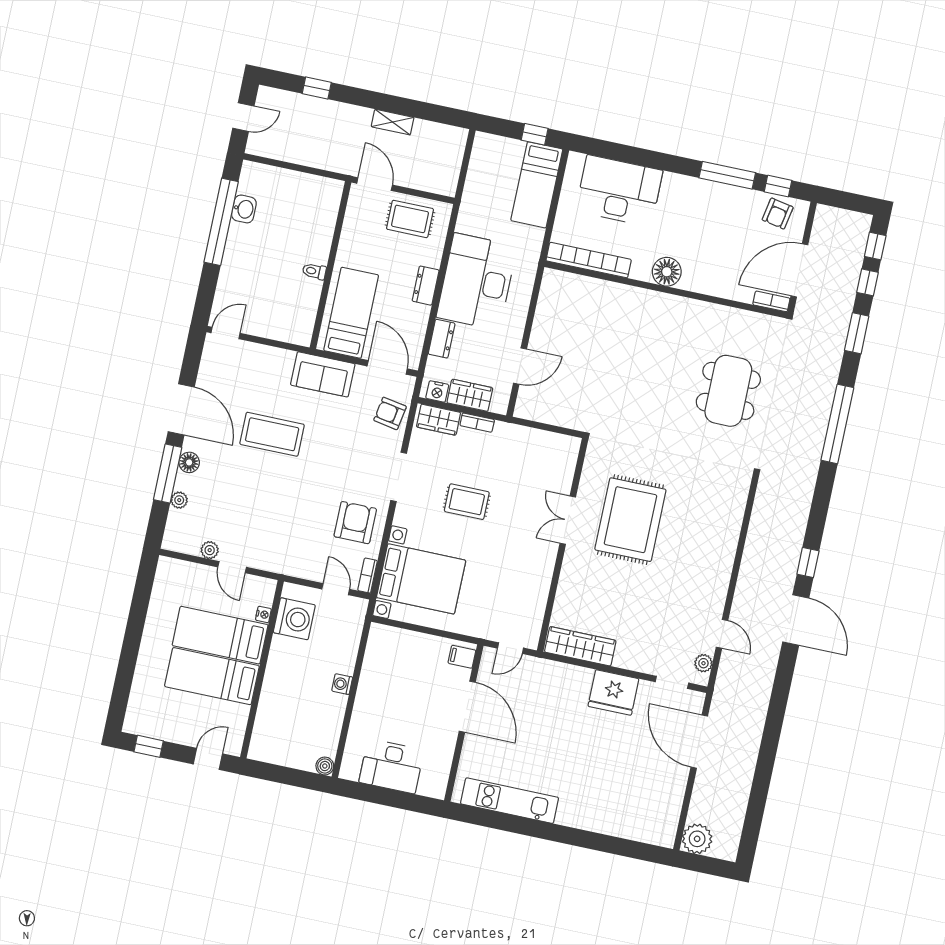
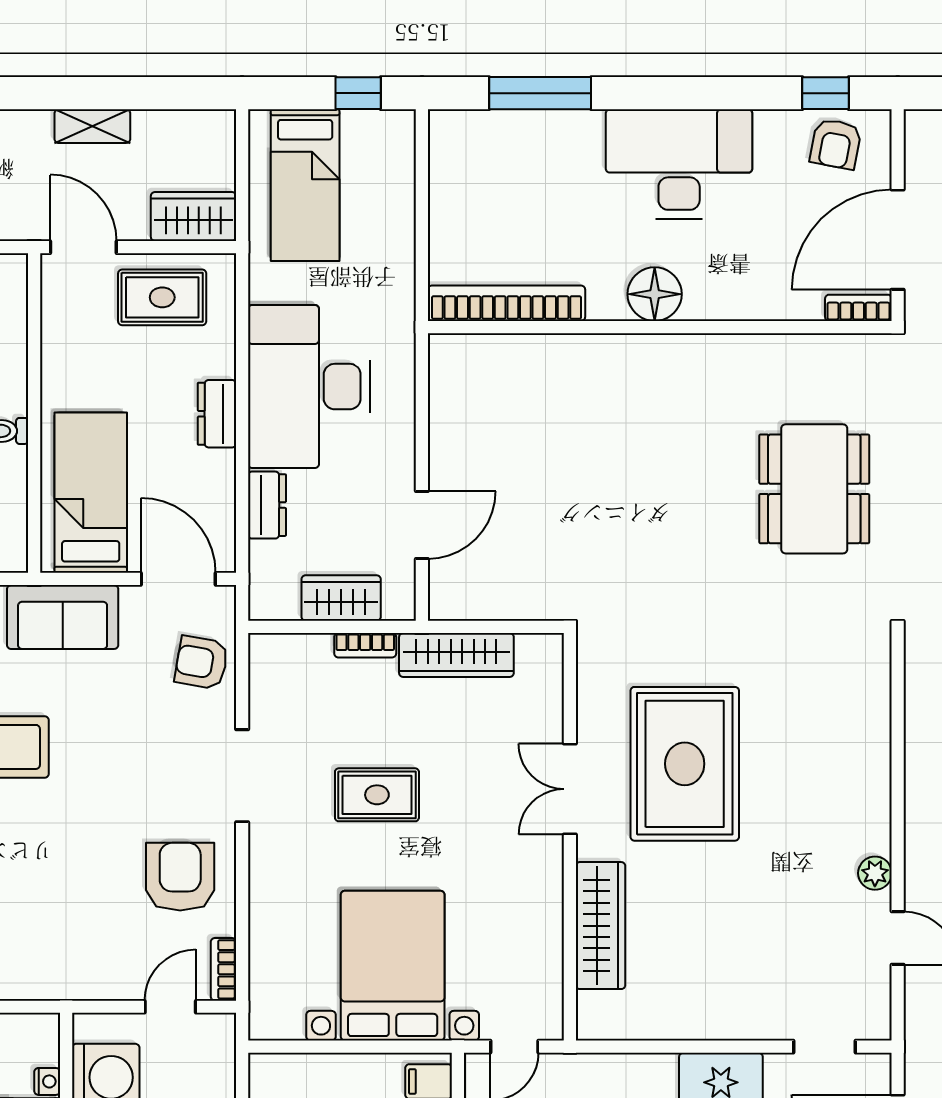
window: (727, 175) -> (540, 93), moved
wardrobe: (435, 180) -> (194, 216), added
bed: (537, 185) -> (305, 185), moved
desk: (619, 191) -> (679, 164), moved
nightstand: (437, 391) -> (280, 604), removed
wardrobe: (439, 420) -> (456, 655), moved, width x1.50
bed with nightstands: (421, 579) -> (393, 966), moved, turned -90
door: (336, 589) -> (170, 1007), hinge flipped
wardrobe: (580, 646) -> (601, 926), moved, turned 90
plant: (703, 663) -> (875, 873), moved

